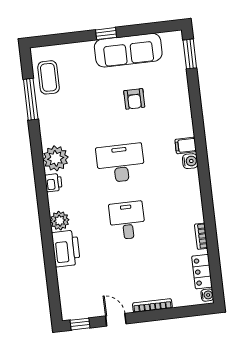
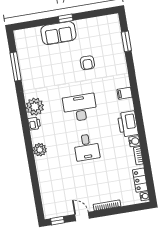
sofa: (128, 50) -> (58, 33), moved, width x0.73
window: (190, 54) -> (126, 41), moved
coffee table: (49, 77) -> (27, 51), removed
water cooler: (190, 161) -> (134, 141), moved
desk: (127, 220) -> (87, 147), turned 180
printer: (66, 249) -> (128, 124), moved, turned 180

